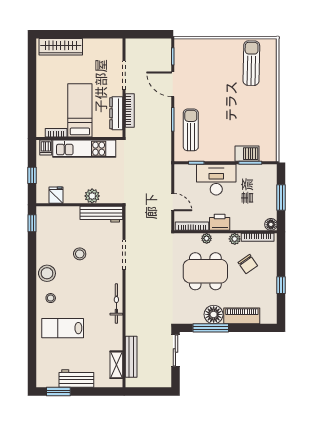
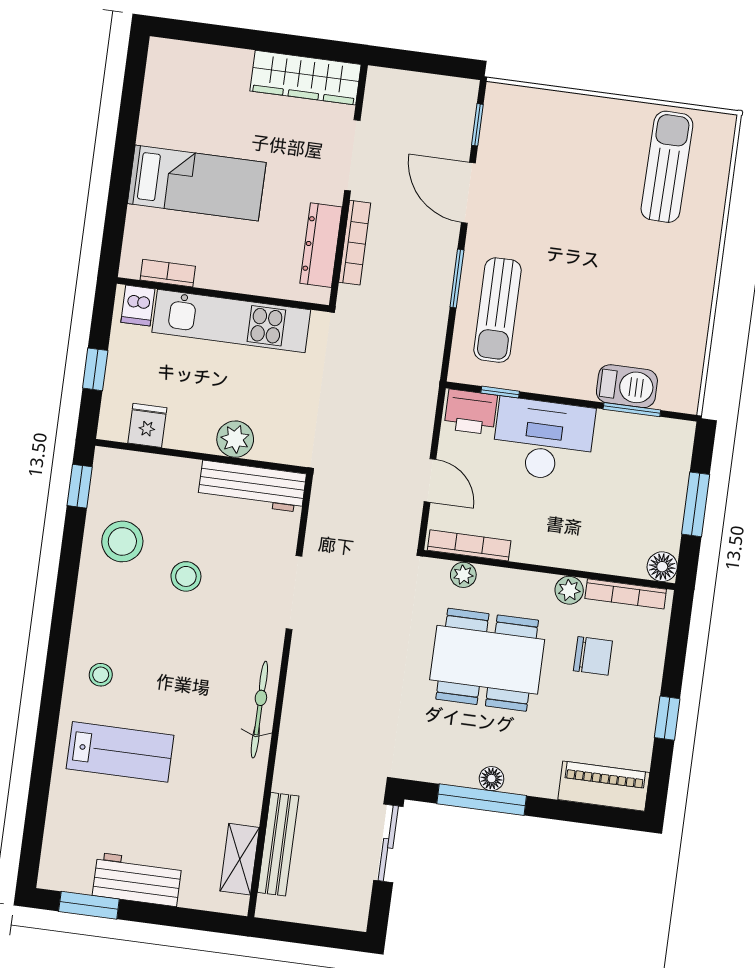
wardrobe: (61, 47) -> (306, 78), moved
bed: (80, 110) -> (197, 183), moved, turned 90
sun lounger: (191, 130) -> (497, 310), turned 180
printer: (220, 222) -> (471, 412), moved, turned 180
plant: (207, 238) -> (463, 575), moved
chair: (248, 264) -> (593, 656), turned -55
stool: (47, 273) -> (122, 541), moved
floor lamp: (214, 314) -> (492, 779), width x0.53, depth x0.53
piano: (242, 316) -> (604, 786), moved
lab bench: (63, 328) -> (120, 752), turned 180

